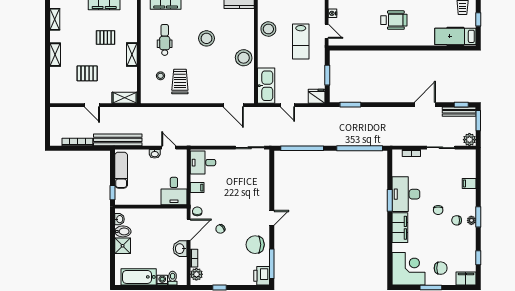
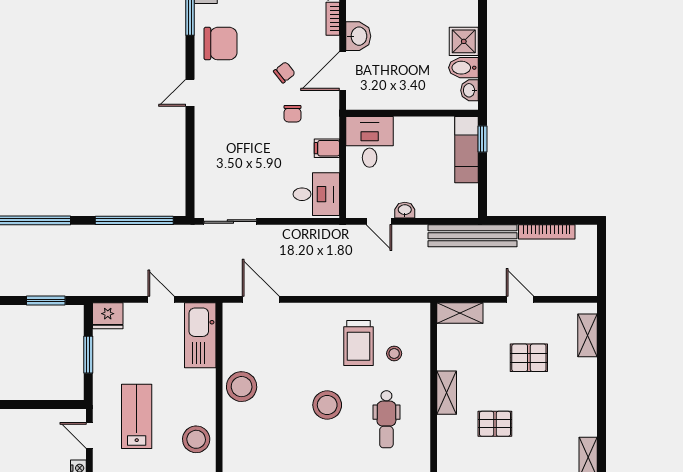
stool: (206, 38) -> (327, 405), moved
shelving: (55, 55) -> (588, 335), moved
exam couch: (121, 170) -> (466, 150), moved
chair: (197, 211) -> (293, 114), moved

